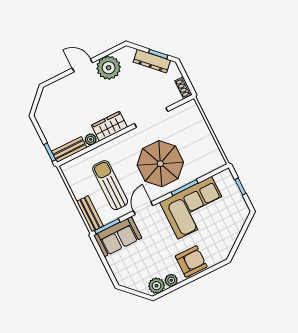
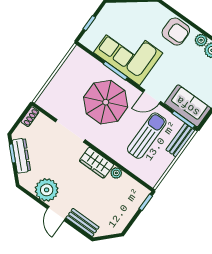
bench: (69, 149) -> (83, 222), moved
sun lounger: (110, 185) -> (147, 136), turned 180
armchair: (191, 261) -> (176, 32), turned 180

